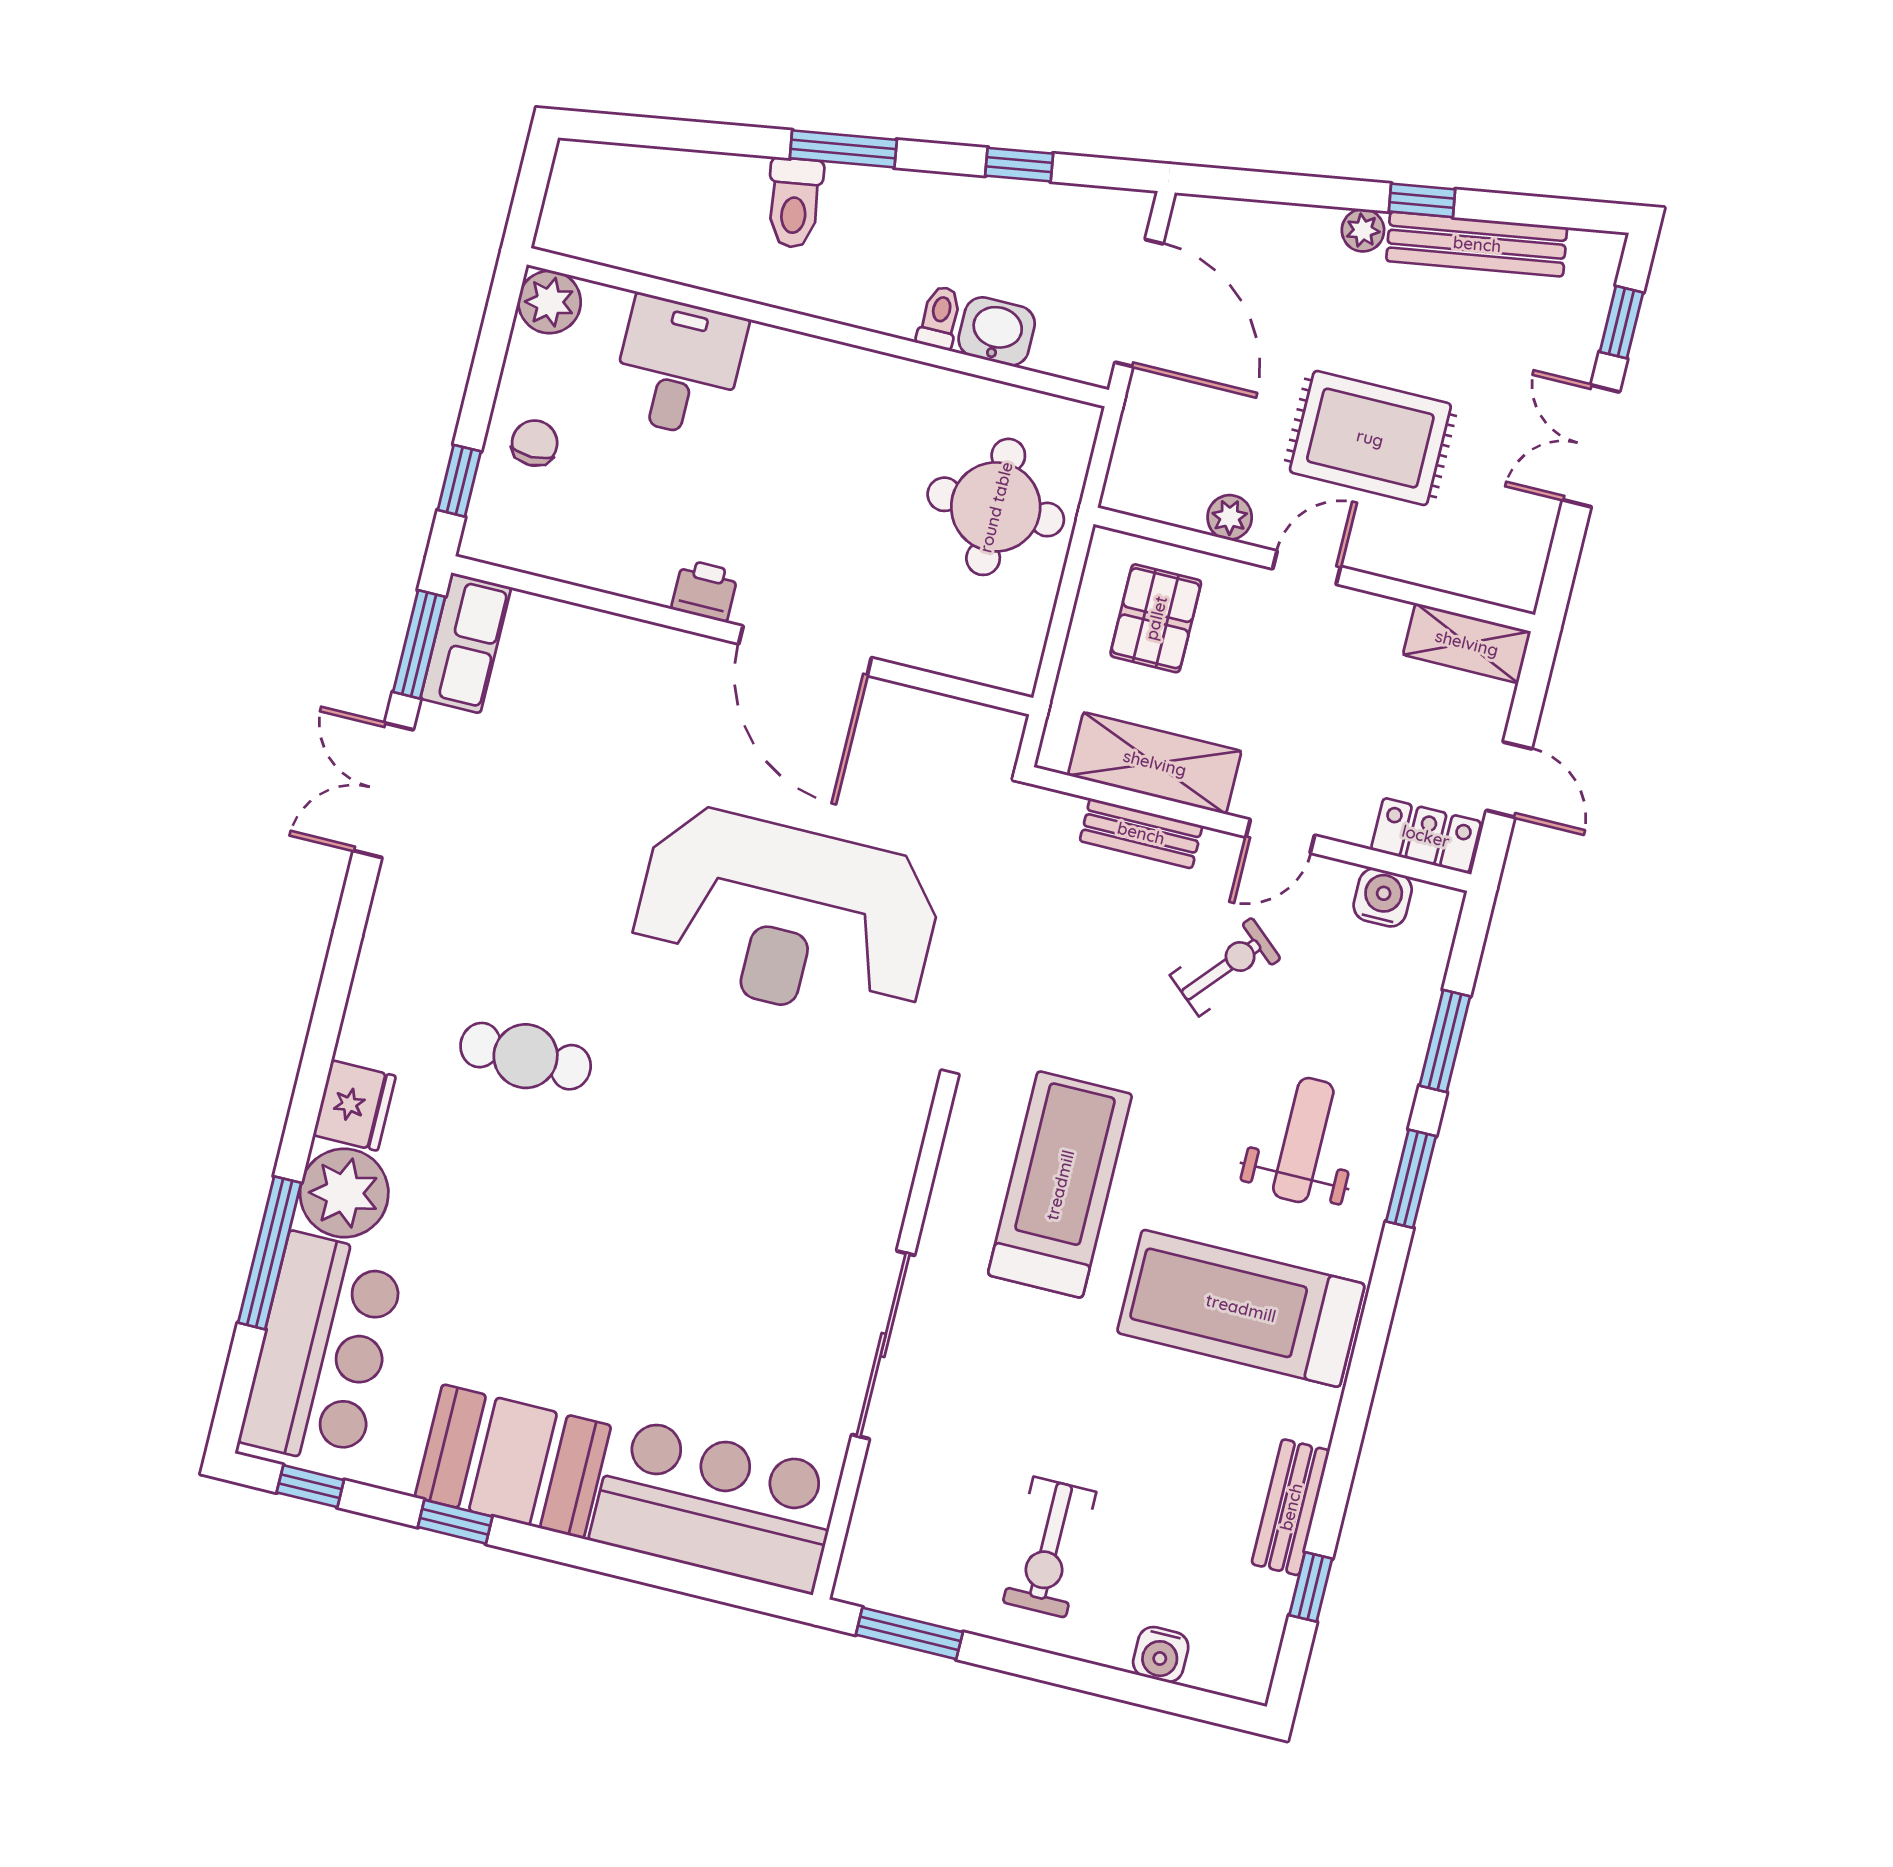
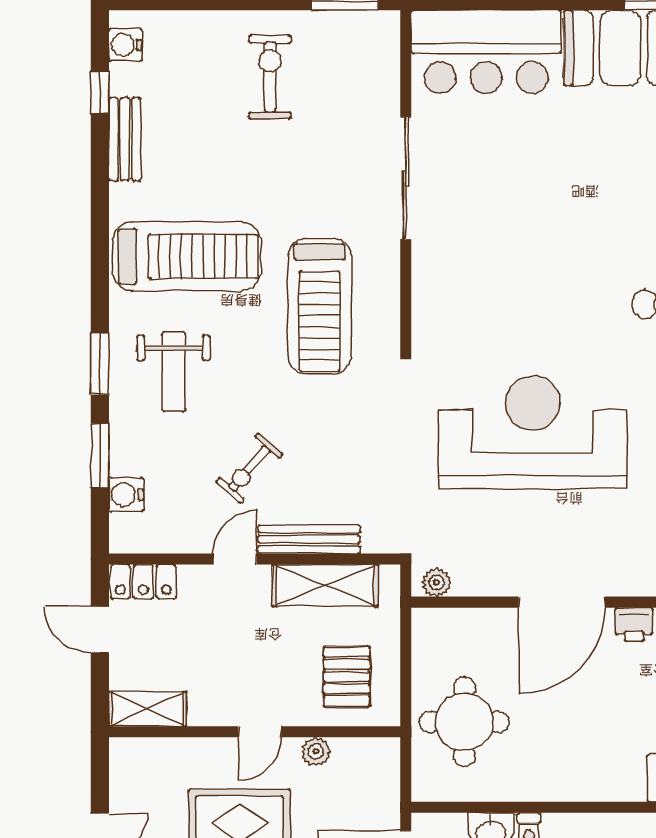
door: (805, 651) -> (562, 602), swing flipped
plant: (986, 726) -> (437, 582), added
bench: (1141, 833) -> (309, 539), width x1.36
water cooler: (1383, 897) -> (126, 495), moved, turned 90
water cooler: (1161, 1655) -> (125, 45), moved, turned -90

